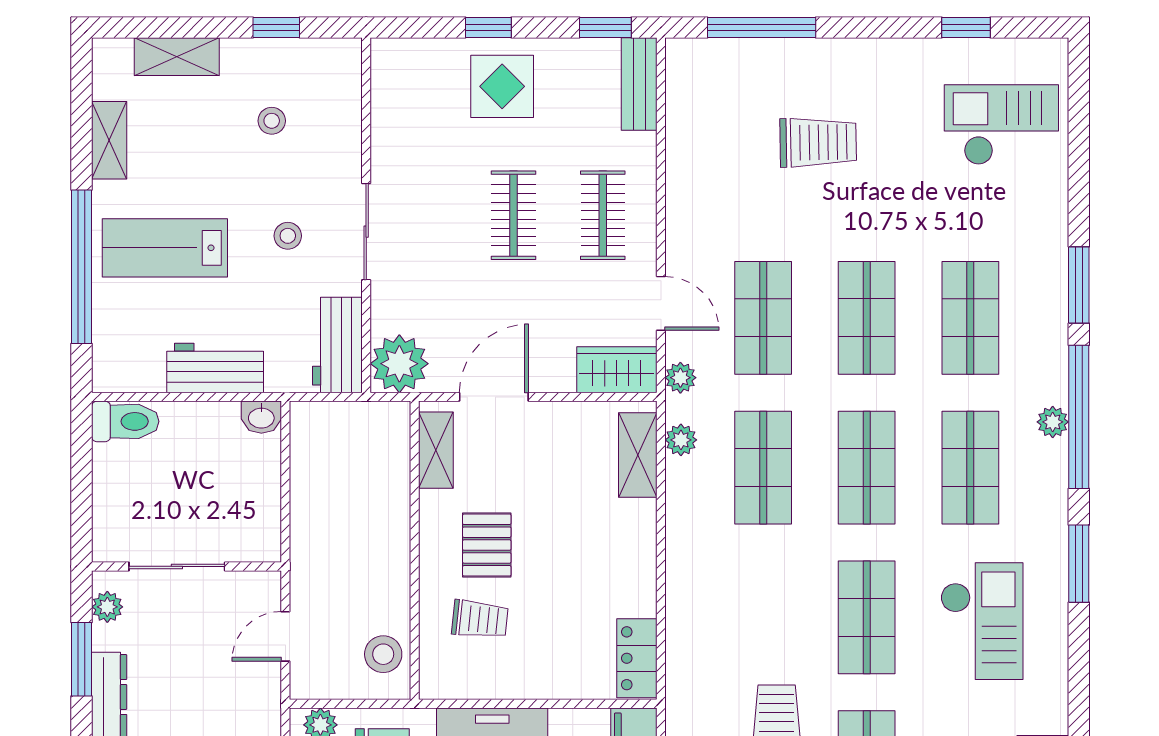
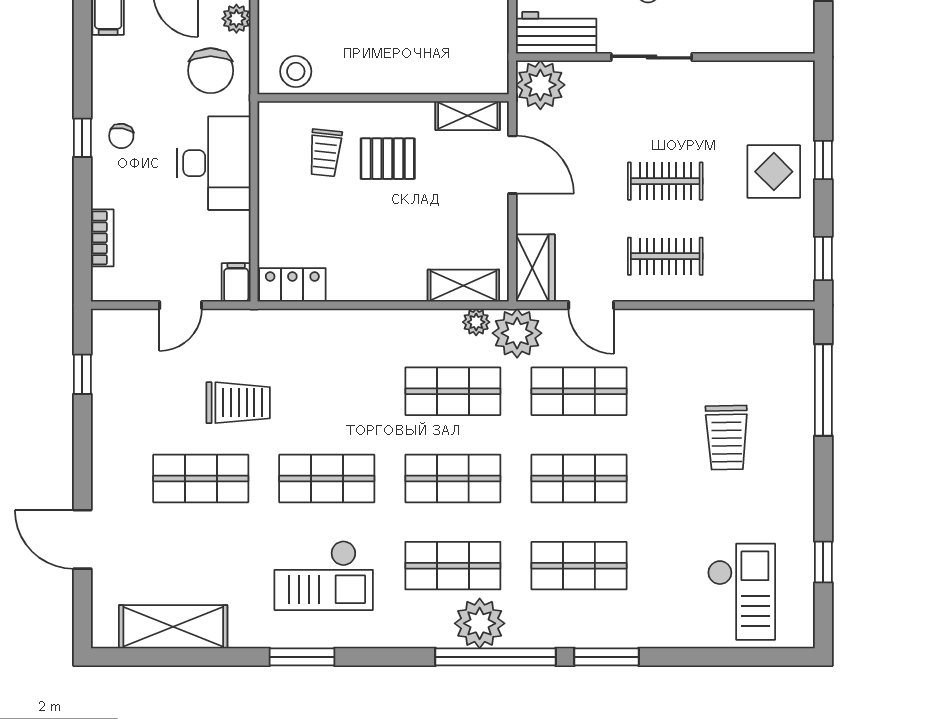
bench: (639, 84) -> (776, 287), removed
door: (661, 303) -> (591, 305), hinge flipped
plant: (680, 378) -> (517, 333), width x1.88, depth x1.88
plant: (1053, 422) -> (480, 623), width x1.87, depth x1.87
window: (1079, 564) -> (302, 657), moved

